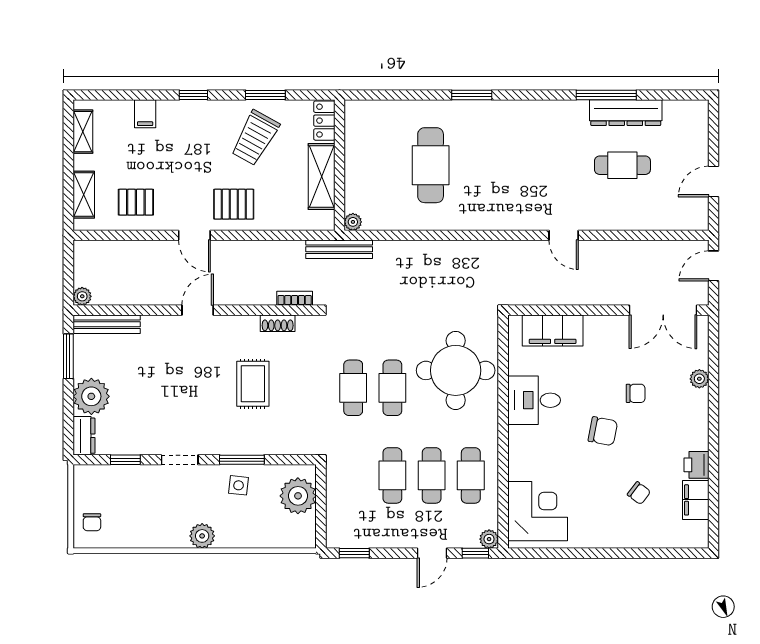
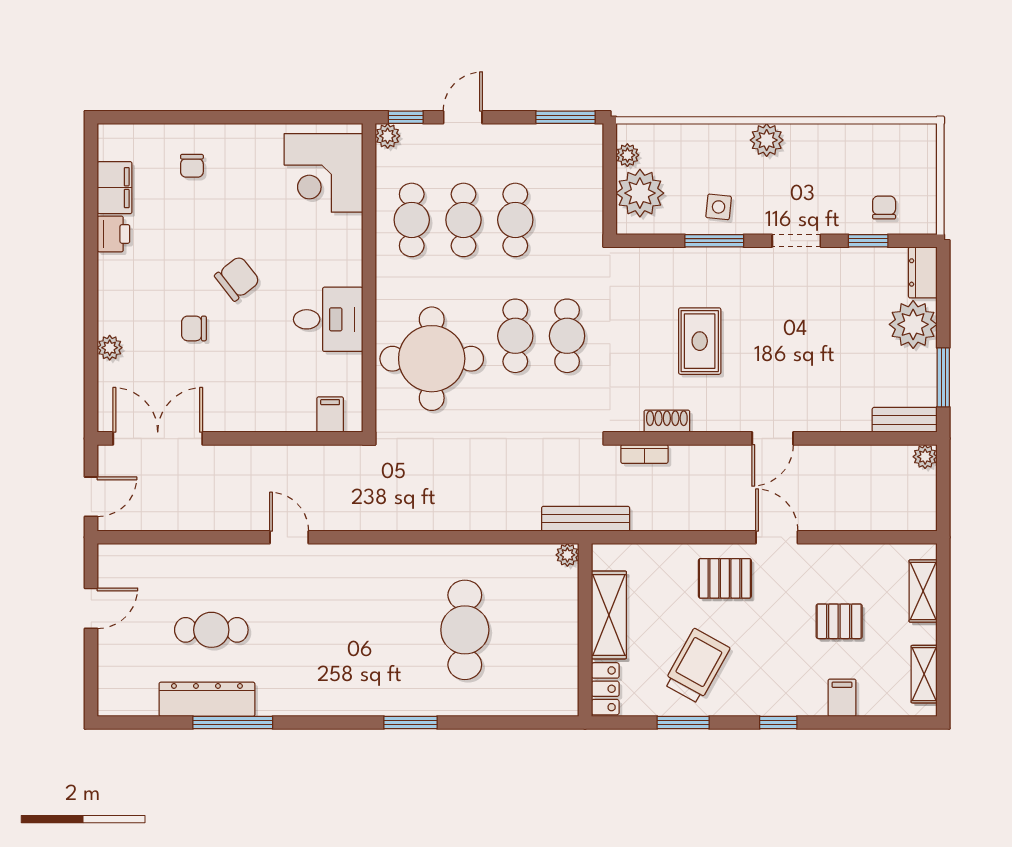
pallet: (136, 202) -> (839, 621), moved
bench: (107, 324) -> (905, 420), width x0.73
filing cabinet: (553, 330) -> (330, 415), width x0.33, depth x0.86
chair: (603, 431) -> (237, 278), turned 131
chair: (639, 493) -> (192, 166), moved, turned -127
chair: (92, 522) -> (884, 208), moved
plant: (307, 525) -> (627, 155), added
window: (354, 553) -> (566, 117), width x1.50

